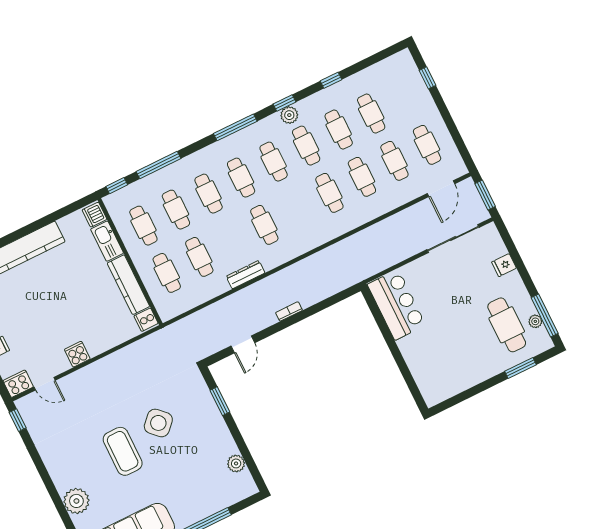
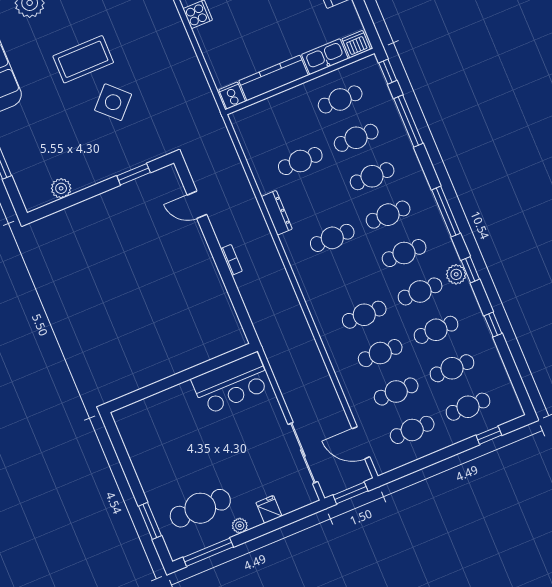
cafe table: (167, 273) -> (468, 407), moved
plant: (535, 321) -> (240, 526), moved

